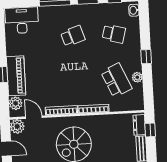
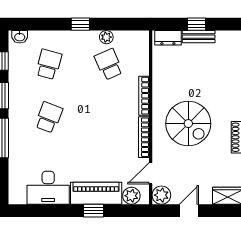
desk: (22, 20) -> (48, 188), moved, turned -90
school desk: (73, 36) -> (49, 117), turned 39
school desk: (116, 80) -> (109, 64), width x0.54
window: (150, 130) -> (196, 24), moved

